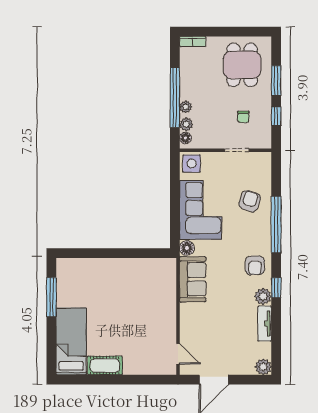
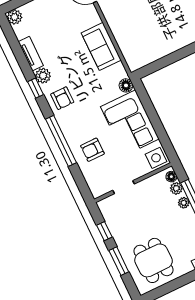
chair: (243, 117) -> (132, 218), removed
armchair: (250, 201) -> (92, 150), turned 72
armchair: (255, 265) -> (62, 98), turned 180
sofa: (193, 279) -> (101, 46), moved

